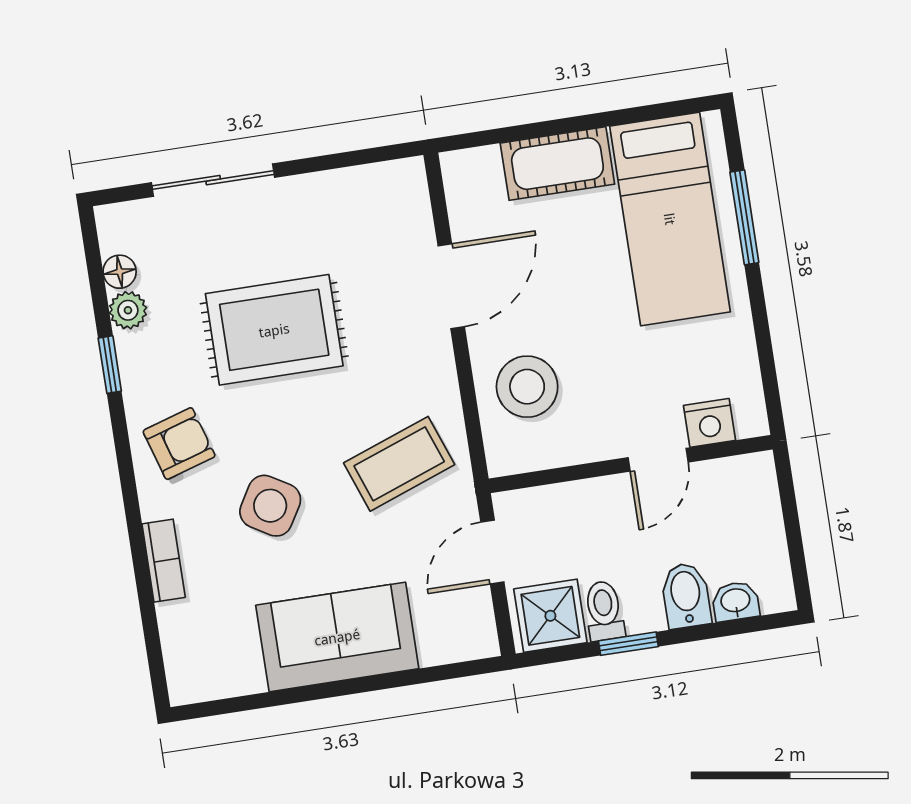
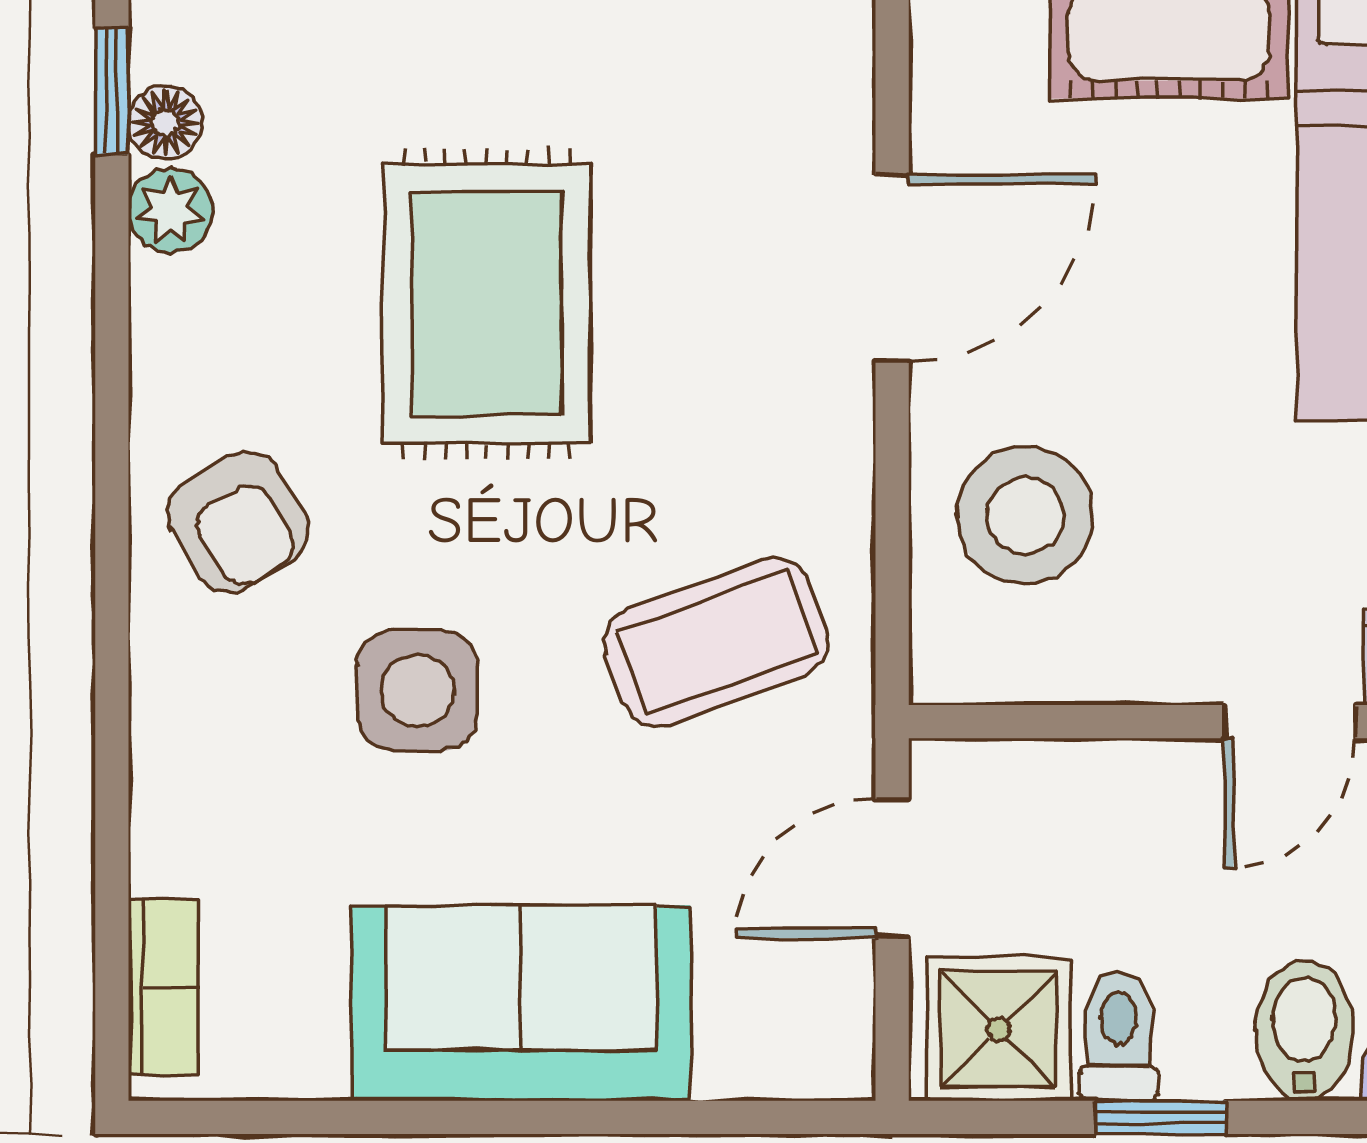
rug: (274, 330) -> (487, 304), turned 90
window: (110, 365) -> (112, 91), moved
armchair: (179, 444) -> (238, 522), turned 77
side table: (270, 506) -> (418, 690), turned -31
bookcase: (164, 561) -> (164, 987), moved

